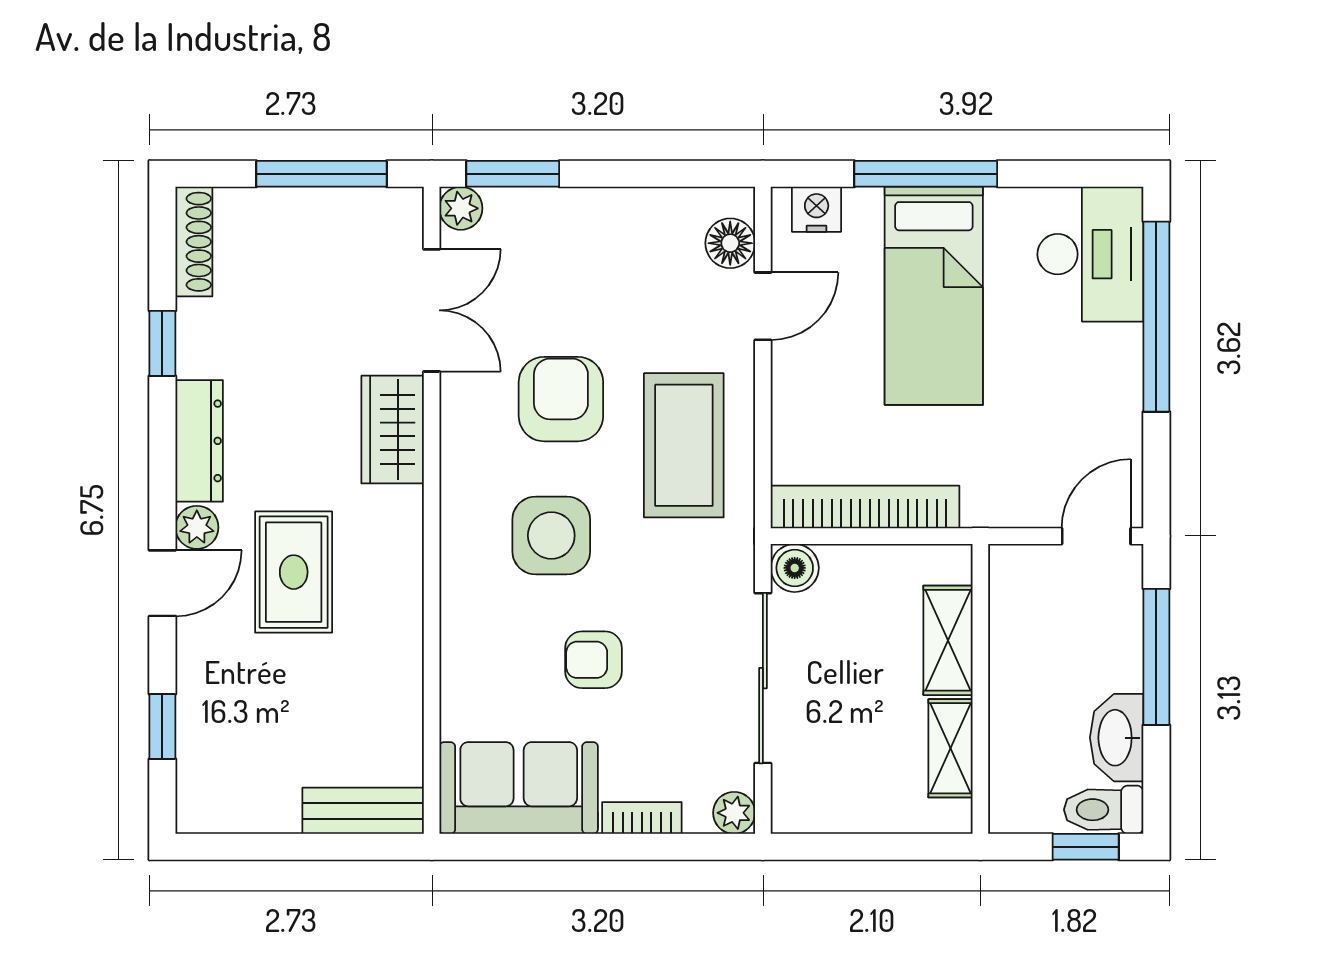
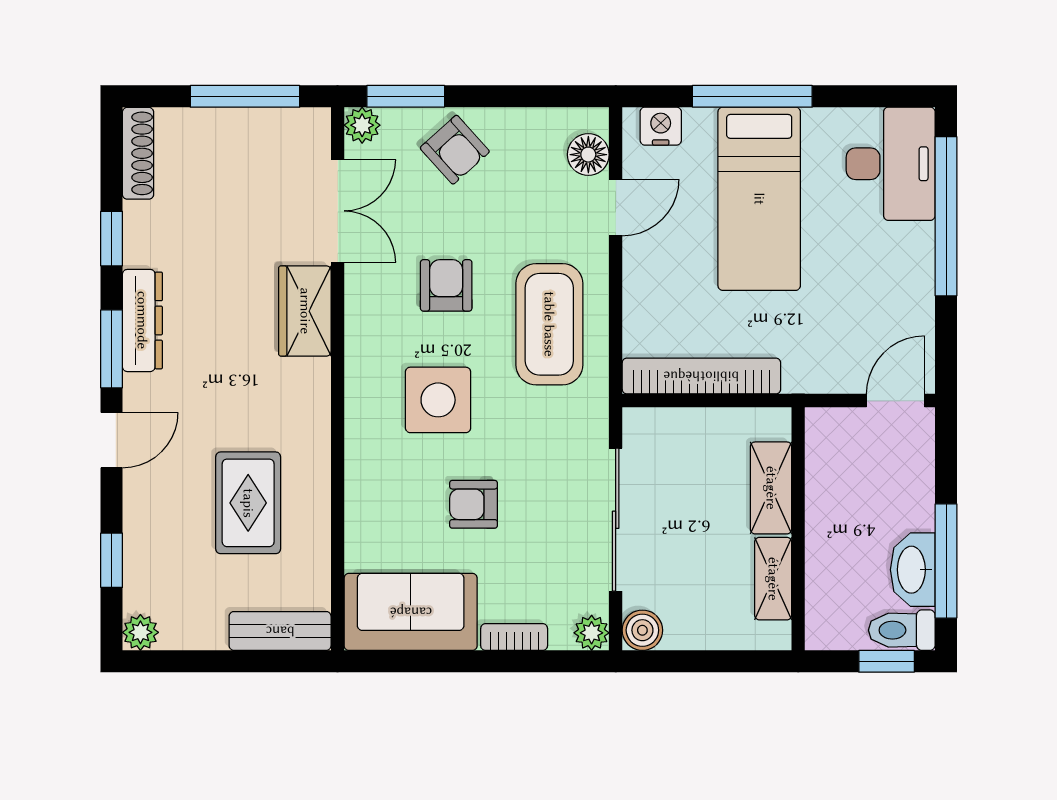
armchair: (571, 237) -> (455, 150), added
armchair: (561, 399) -> (446, 285), width x0.72, depth x0.72
window: (162, 475) -> (112, 349), added
plant: (197, 527) -> (140, 632), moved
boiler: (795, 568) -> (642, 630), moved
rug: (294, 572) -> (248, 503), moved
window: (1156, 657) -> (946, 561), moved

